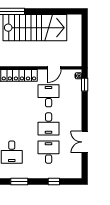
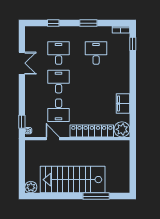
plant: (76, 20) -> (31, 187), added
door: (54, 68) -> (53, 139), hinge flipped
desk: (49, 152) -> (59, 53), turned 180

